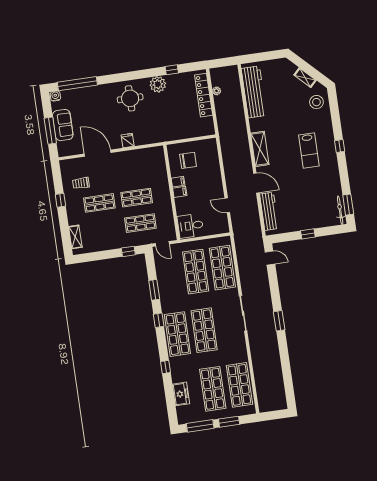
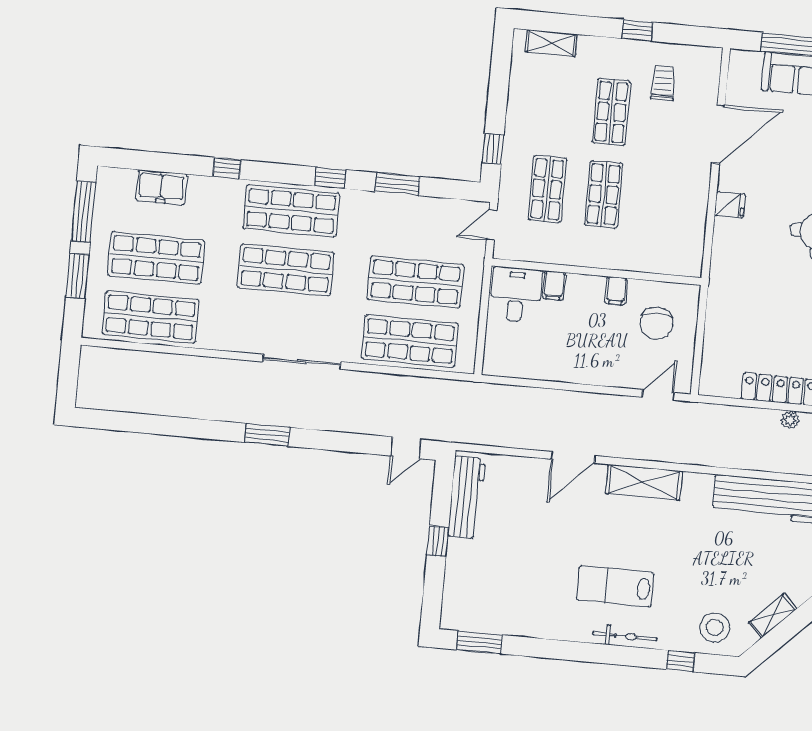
window: (340, 146) -> (681, 661), moved
filing cabinet: (180, 192) -> (554, 286), moved
door: (227, 205) -> (658, 395), moved
bicycle: (340, 210) -> (625, 636), moved
workbench: (269, 211) -> (466, 497), moved, turned -90

